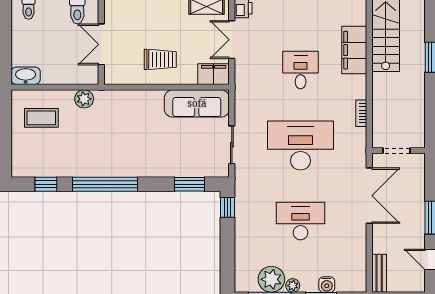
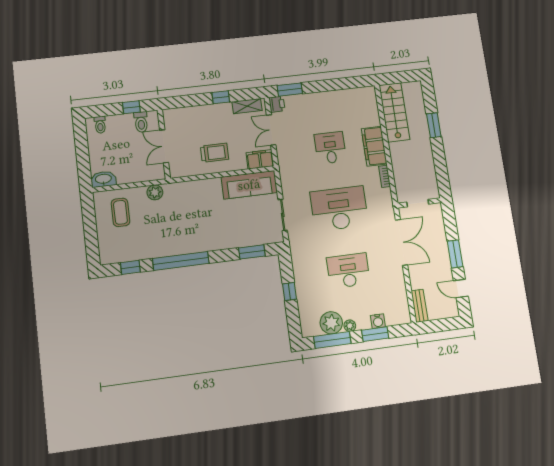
filing cabinet: (354, 50) -> (374, 146), moved
coffee table: (41, 118) -> (120, 212), turned 90
window: (228, 207) -> (290, 291), moved

